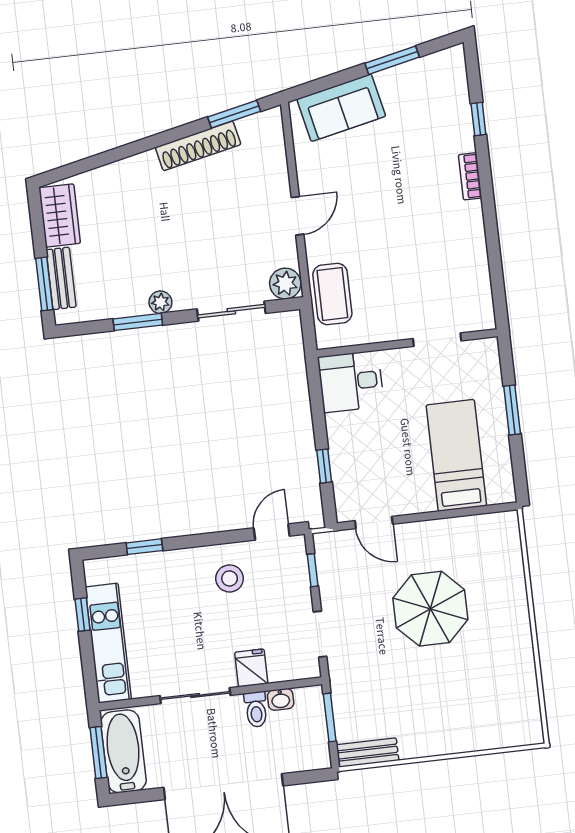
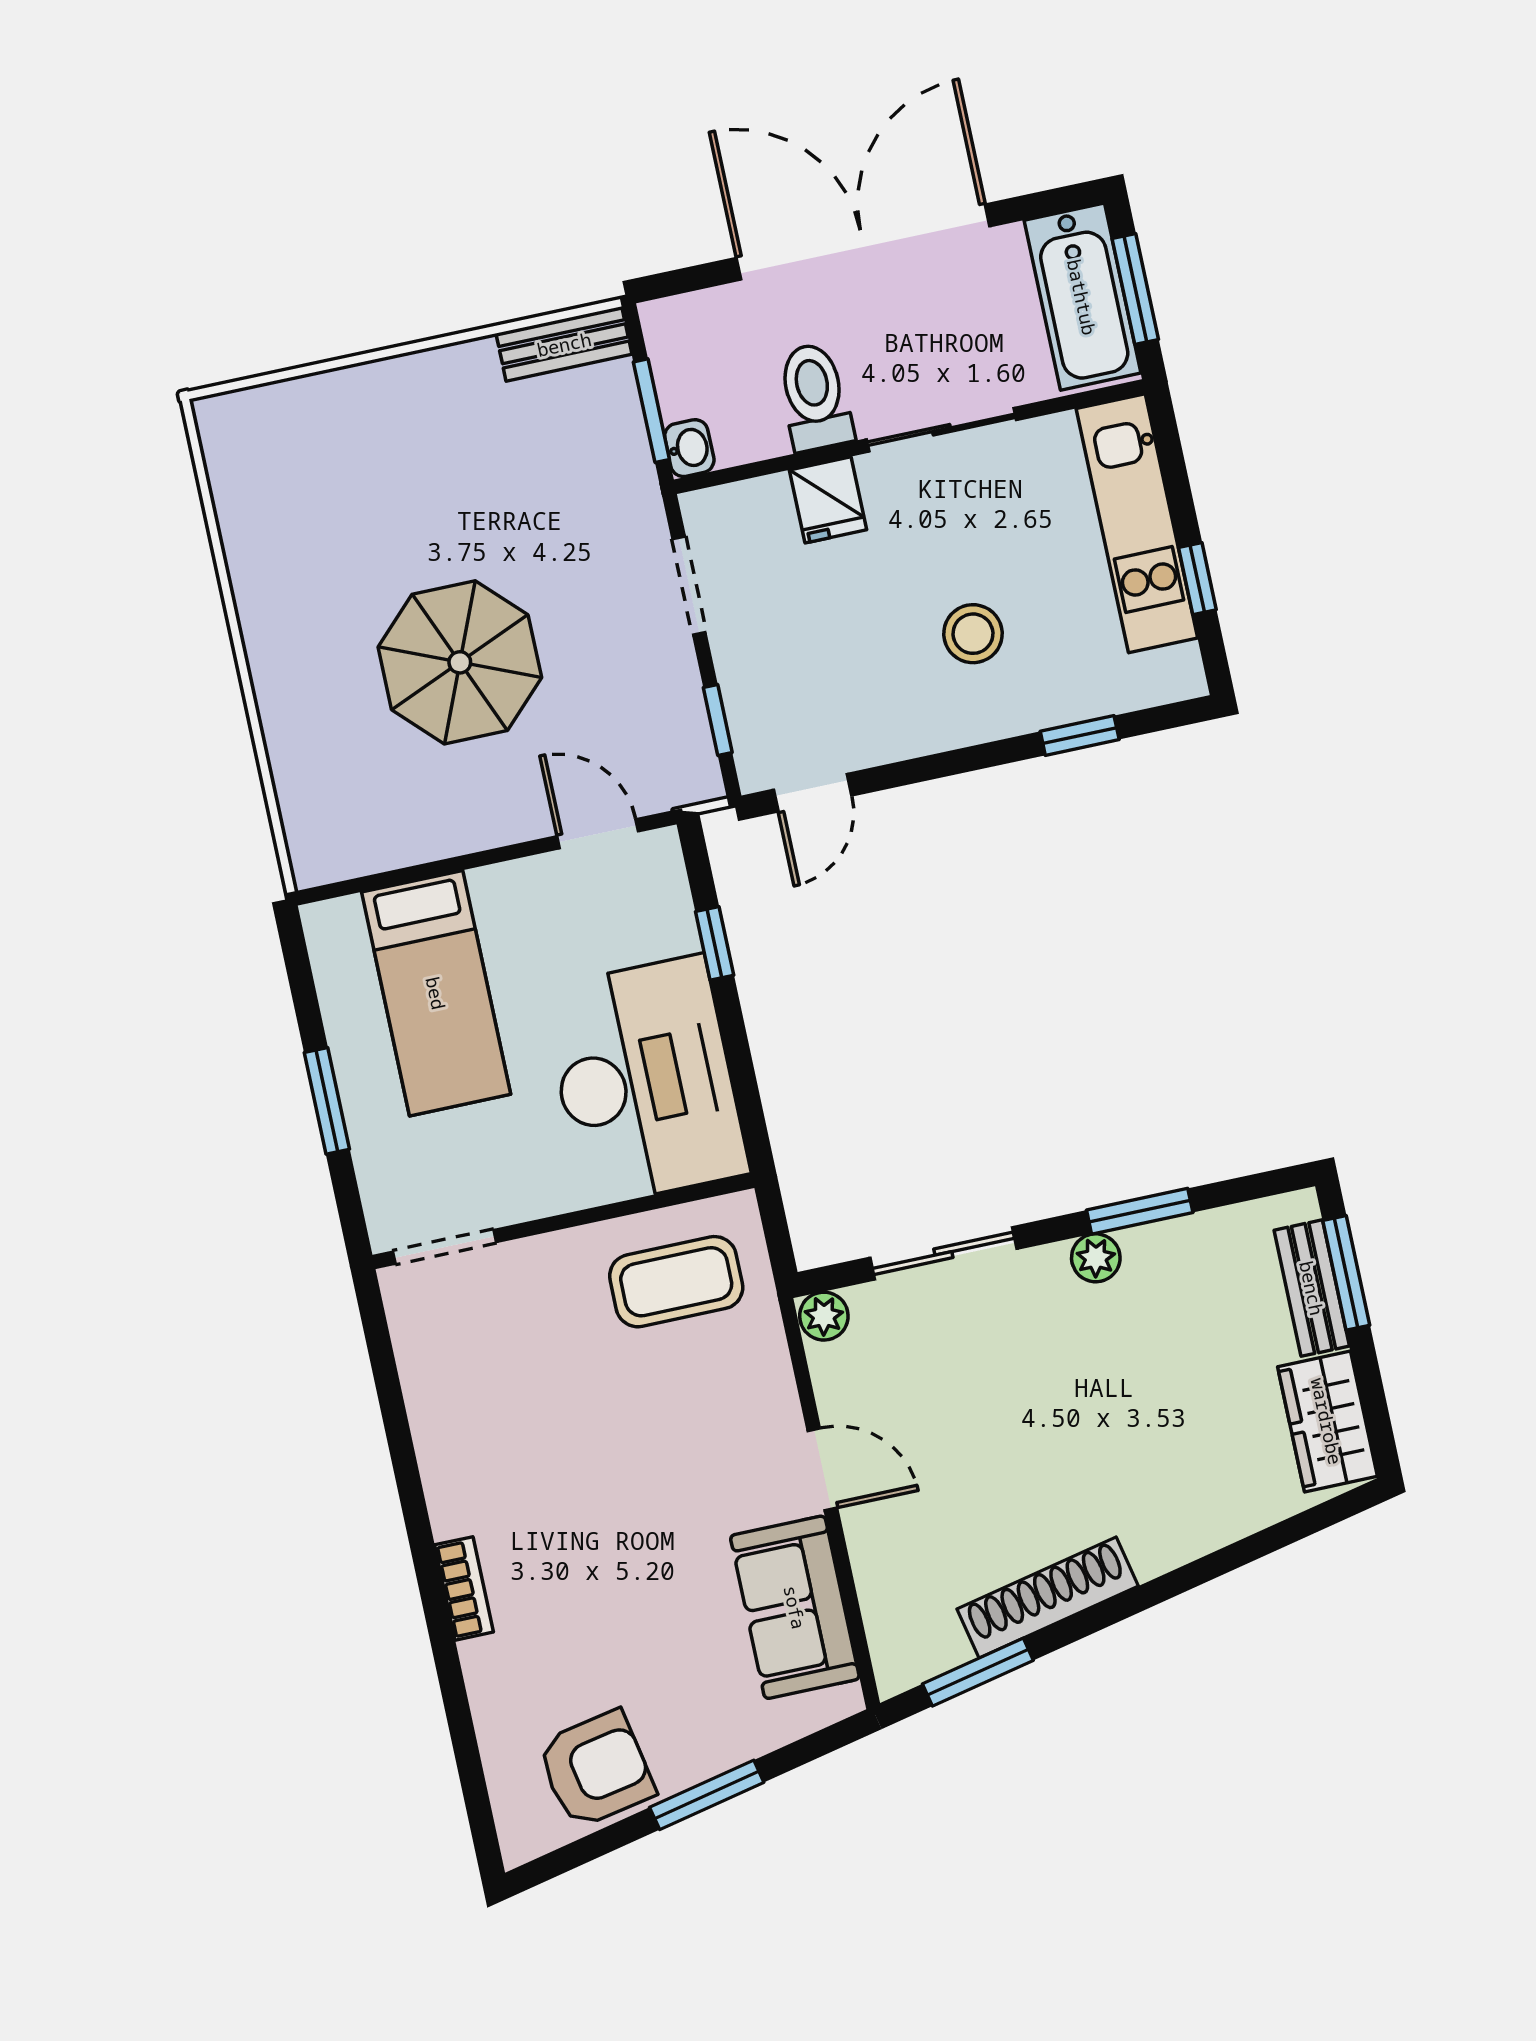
window: (392, 60) -> (707, 1795), moved
armchair: (417, 86) -> (596, 1769), added
sofa: (341, 108) -> (795, 1607), moved, turned -78
window: (478, 119) -> (458, 1712), removed
door: (298, 216) -> (822, 1469), swing flipped
plant: (285, 284) -> (824, 1316), width x0.73, depth x0.73
coffee table: (332, 294) -> (676, 1282), moved, turned 90
doorway: (437, 340) -> (444, 1247), moved
desk: (351, 382) -> (645, 1081), width x1.87, depth x1.30
stool: (230, 578) -> (973, 634), moved
washbasin: (281, 699) -> (689, 448), moved, turned 90
toilet: (256, 709) -> (815, 397), width x1.37, depth x1.39

